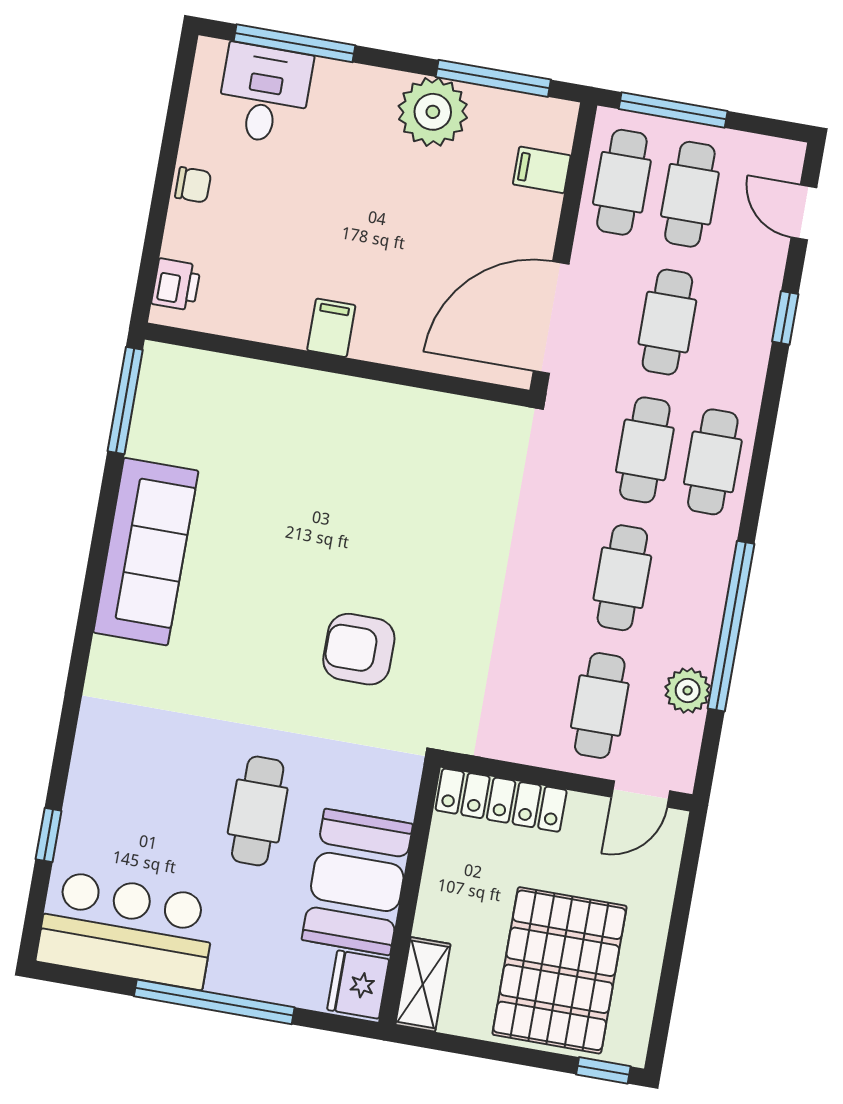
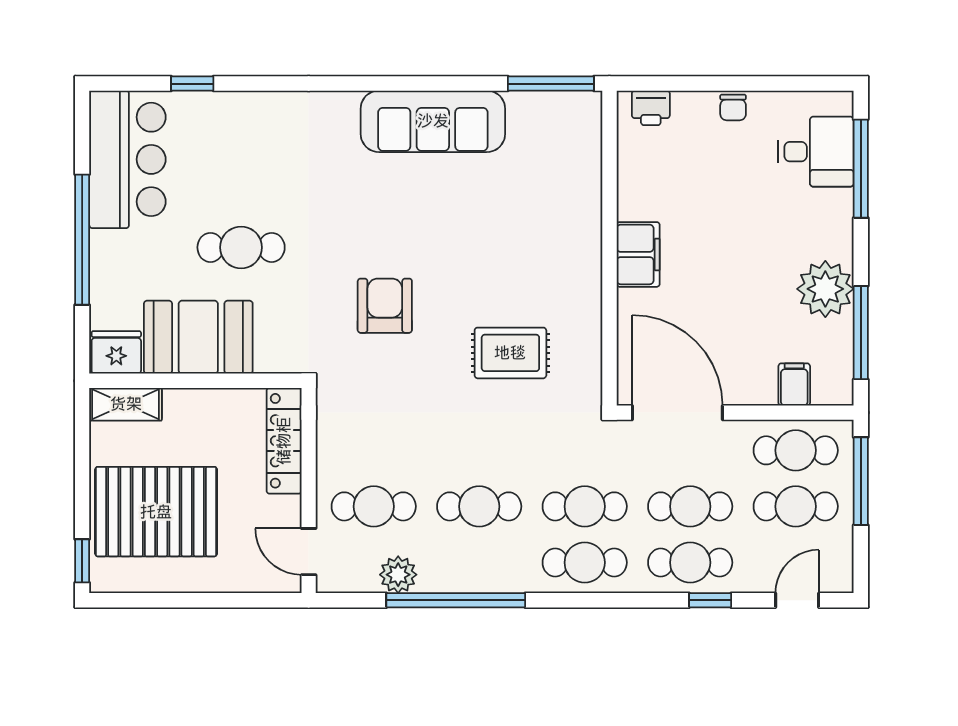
filing cabinet: (331, 328) -> (638, 254), width x2.00
cafe table: (735, 334) -> (690, 563), added
rug: (443, 507) -> (510, 353), added

